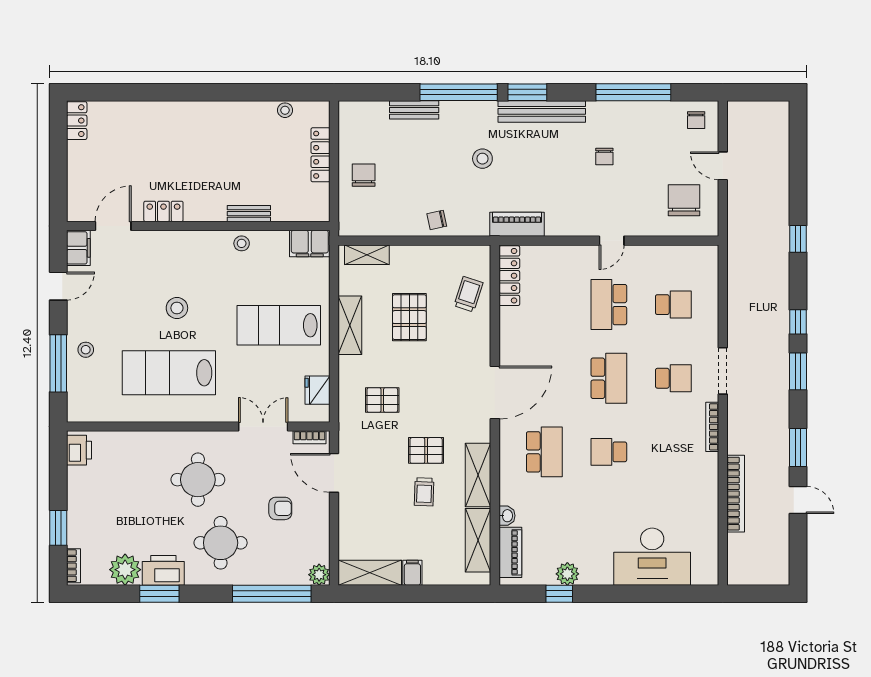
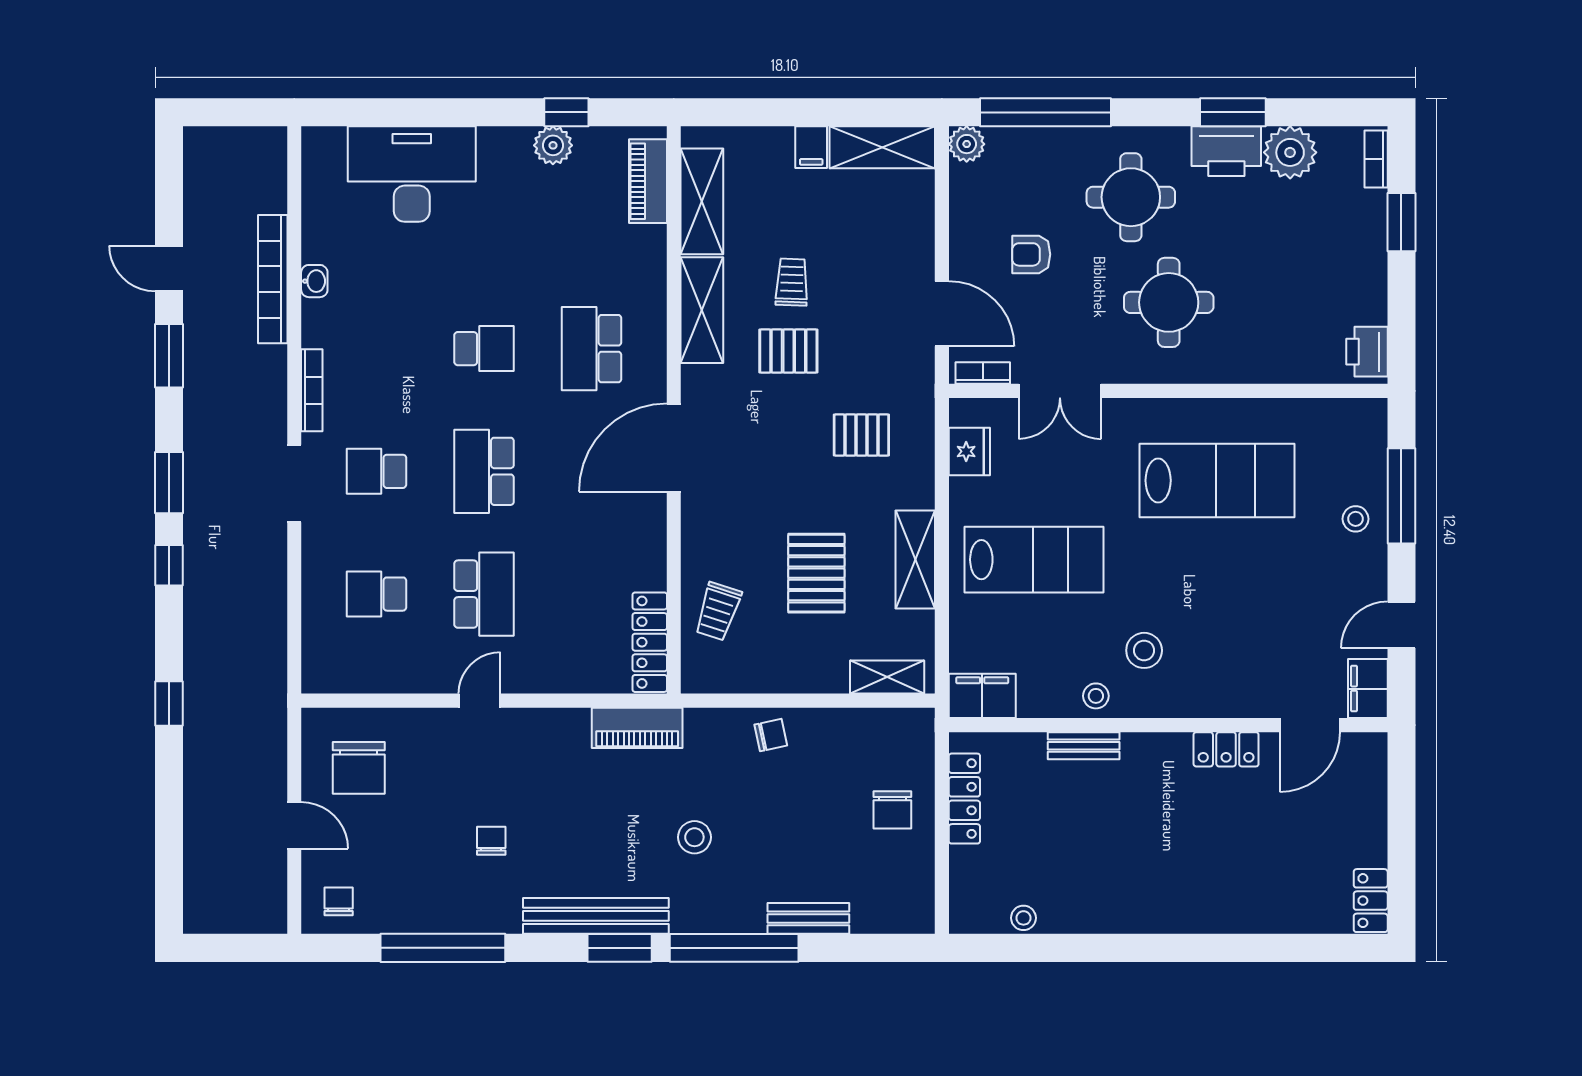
locker: (320, 155) -> (964, 799), moved
stool: (177, 308) -> (1144, 650), moved
washbasin: (507, 516) -> (314, 281), moved, turned 180

